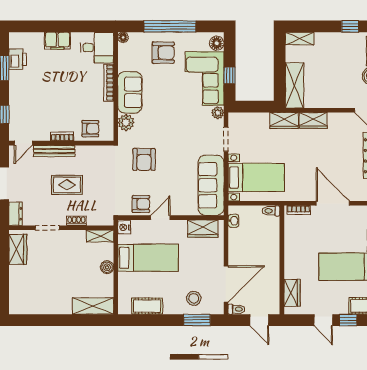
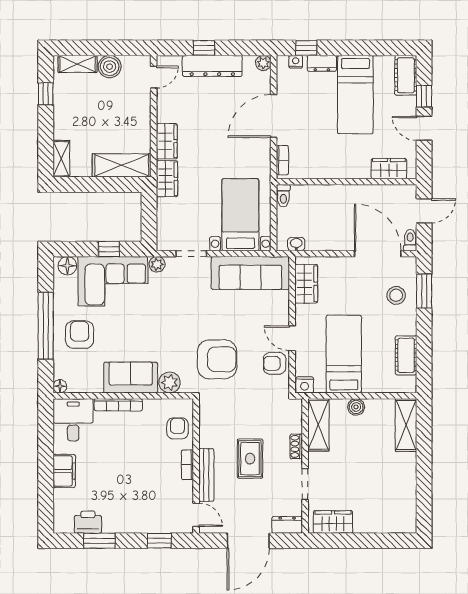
armchair: (144, 159) -> (217, 359), width x1.36, depth x1.36
armchair: (141, 204) -> (275, 363), turned -90
shelving: (100, 236) -> (318, 425), width x1.50, depth x1.33
door: (323, 320) -> (424, 128), swing flipped

